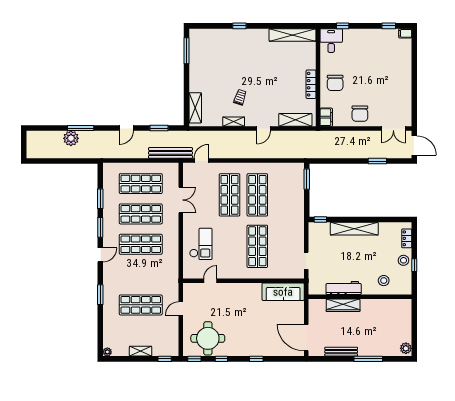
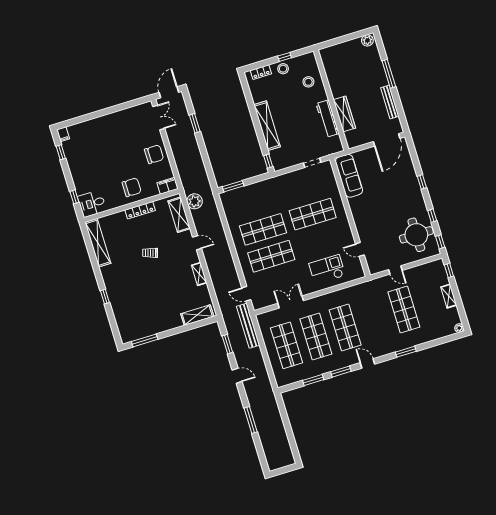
trolley: (240, 97) -> (150, 253), moved
plant: (71, 138) -> (195, 201), moved

